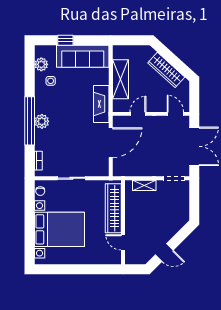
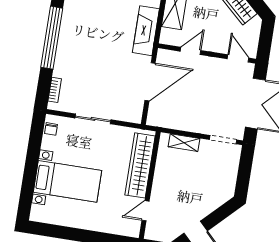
plant: (42, 121) -> (67, 41), removed
bed with nightstands: (59, 229) -> (68, 181), width x0.73
door: (123, 242) -> (146, 211), hinge flipped

